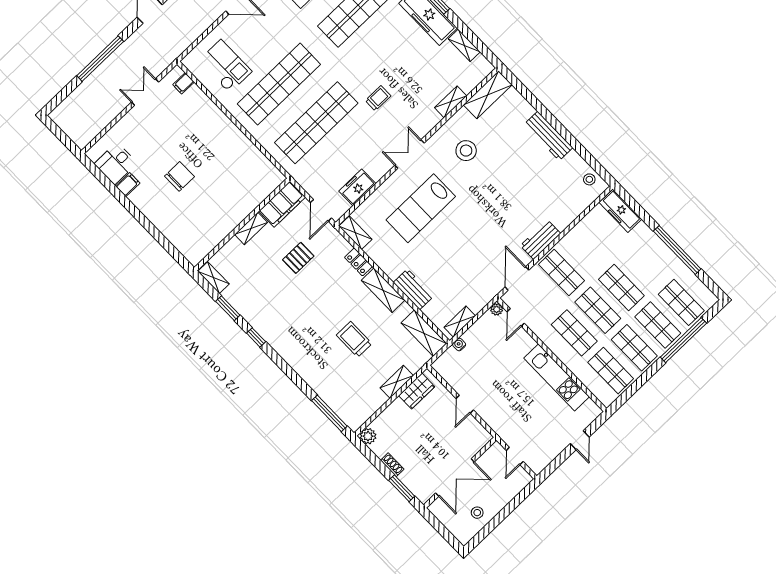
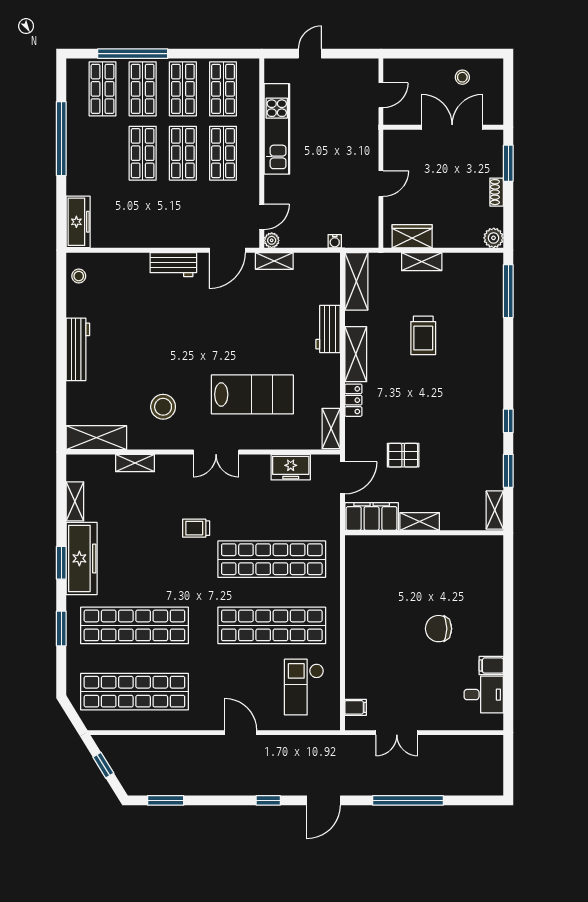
shop shelf: (561, 273) -> (183, 217), removed
shelving: (460, 322) -> (274, 261), moved

